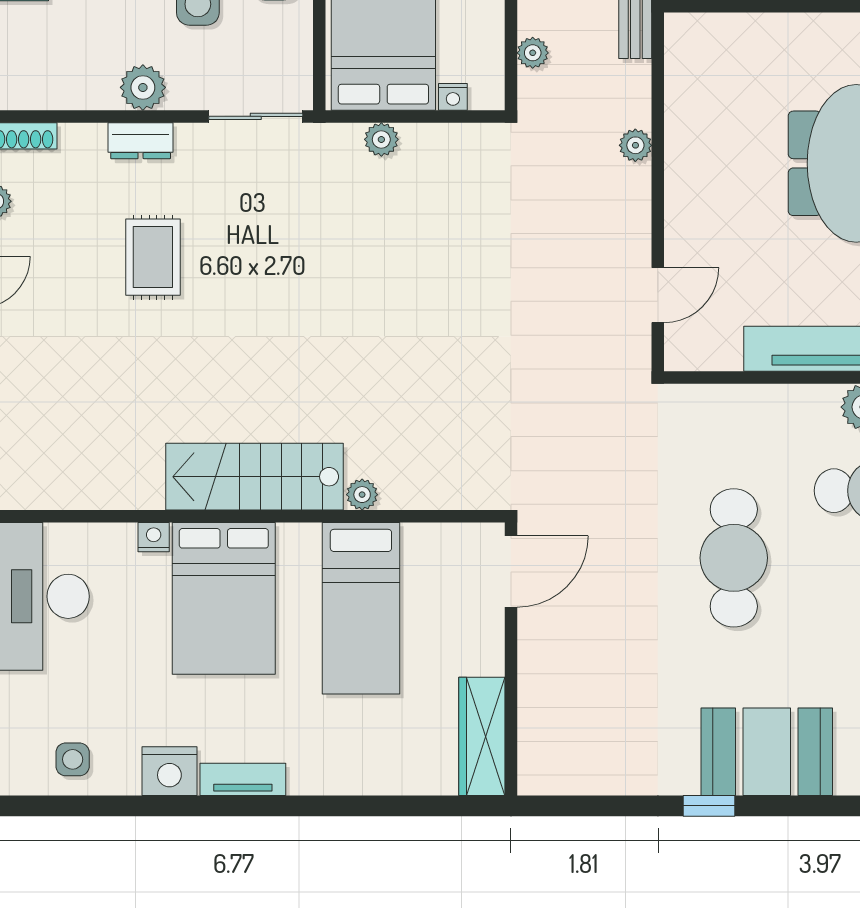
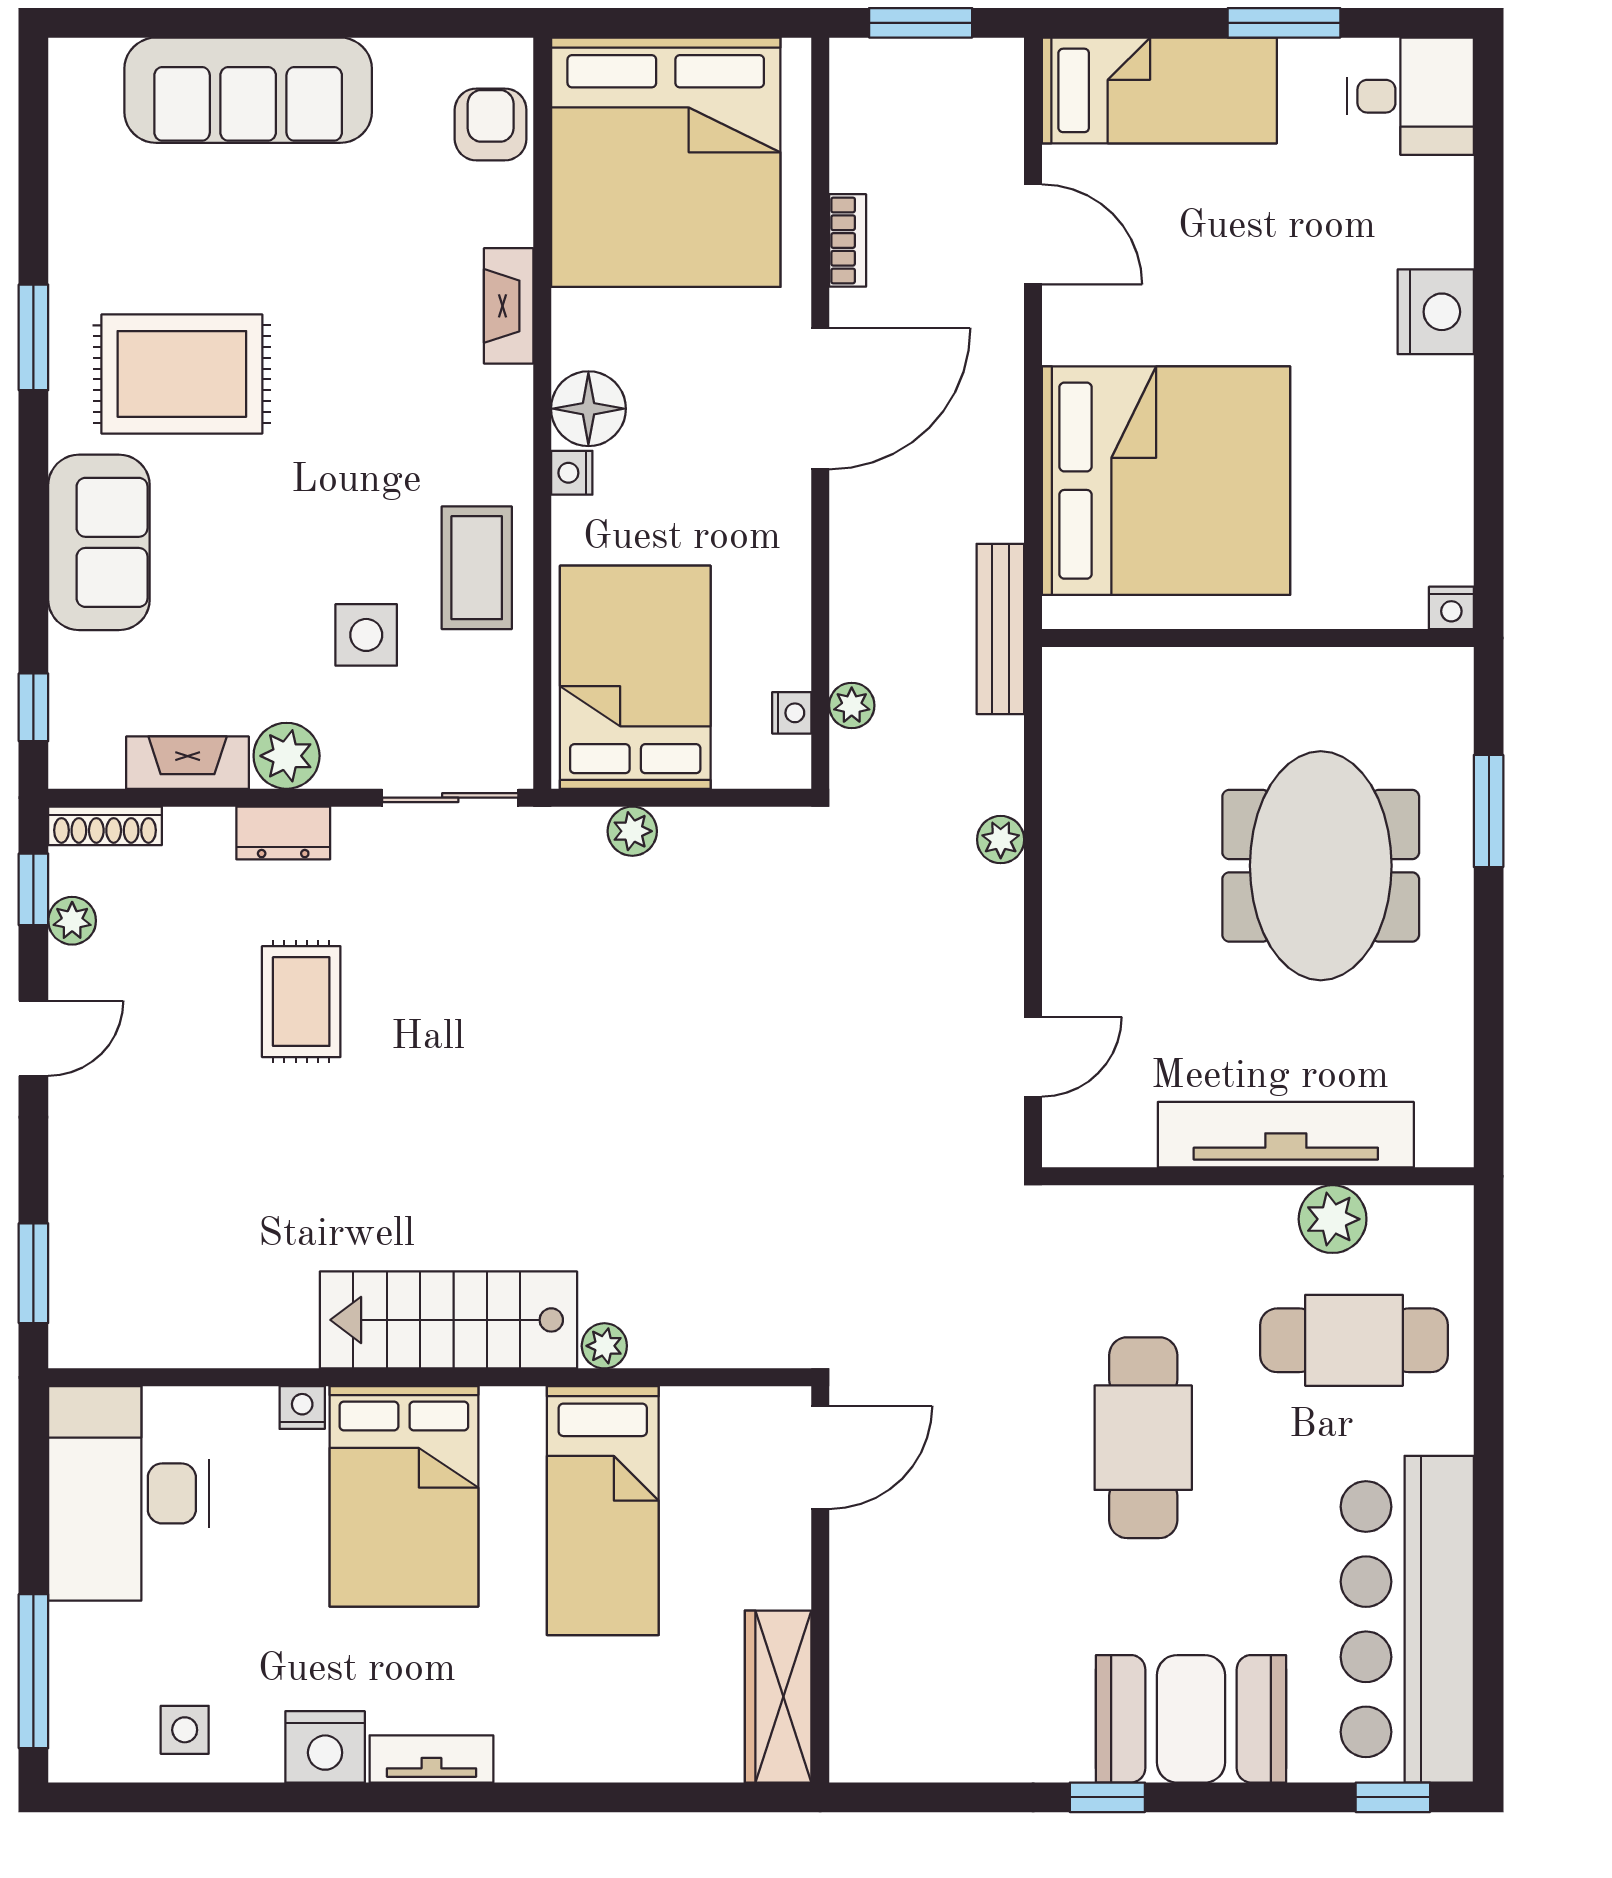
fireplace: (75, 92) -> (188, 763), added
nightstand: (453, 97) -> (792, 713), moved, turned -90

